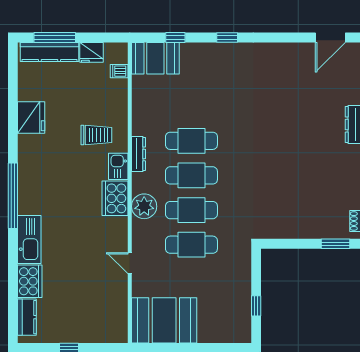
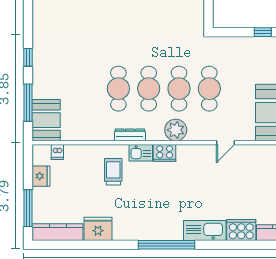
window: (175, 38) -> (28, 103), width x2.17
kitchen counter: (49, 52) -> (58, 232), moved, turned -90
cooker: (115, 198) -> (165, 153), width x0.73, depth x0.76

